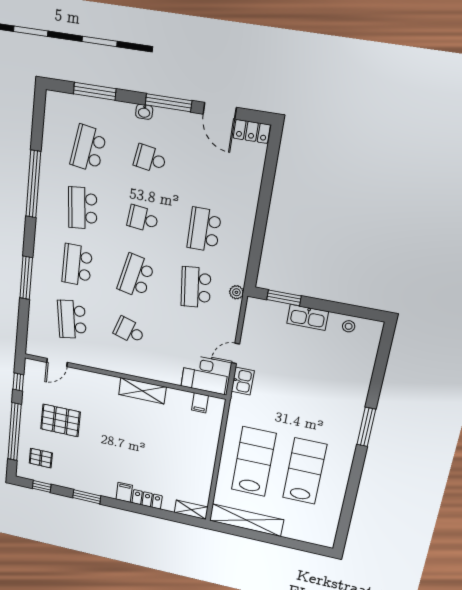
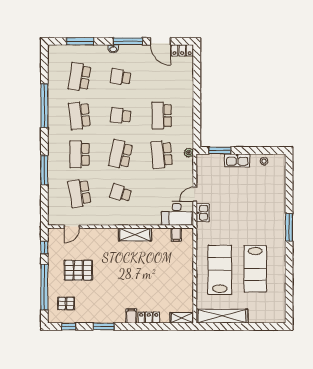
lab bench: (305, 471) -> (255, 269), turned 180

